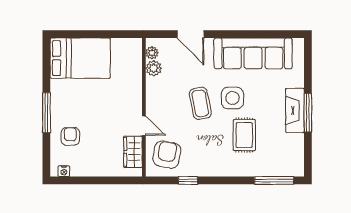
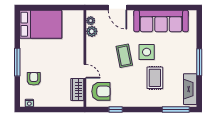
fireplace: (295, 110) -> (190, 89), moved
armchair: (167, 155) -> (101, 91), turned 79

